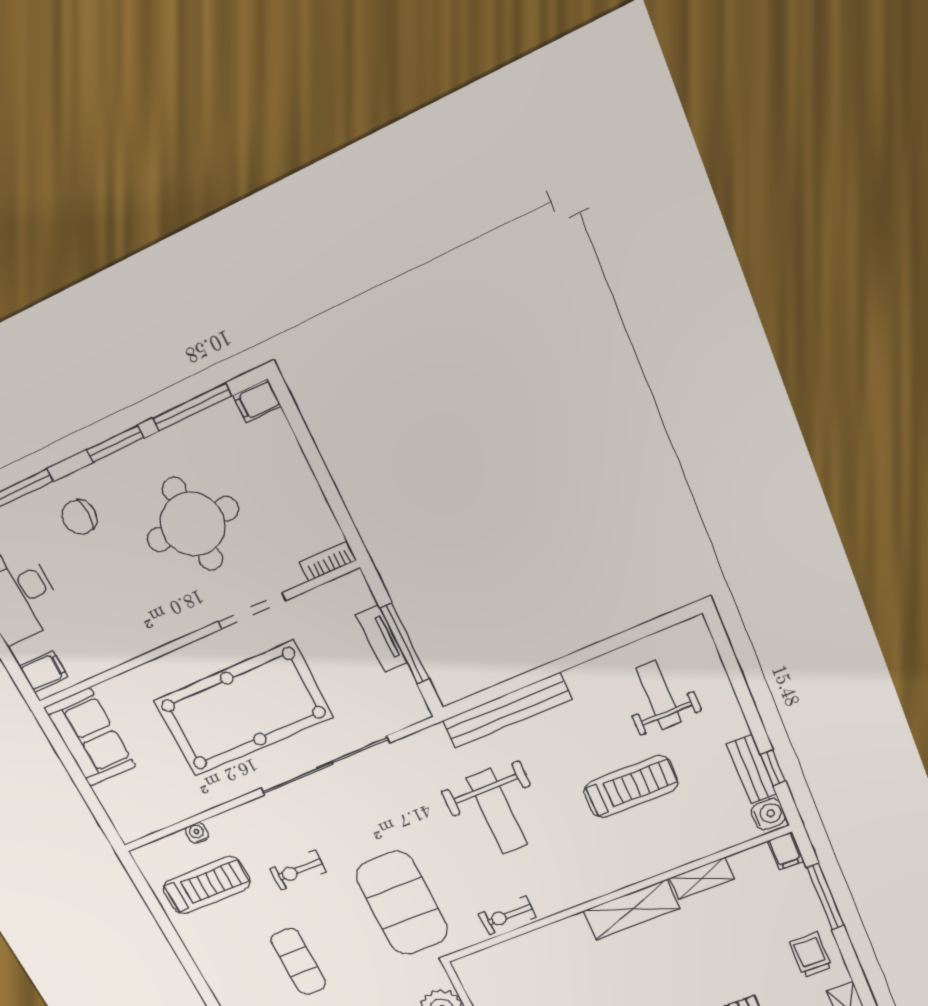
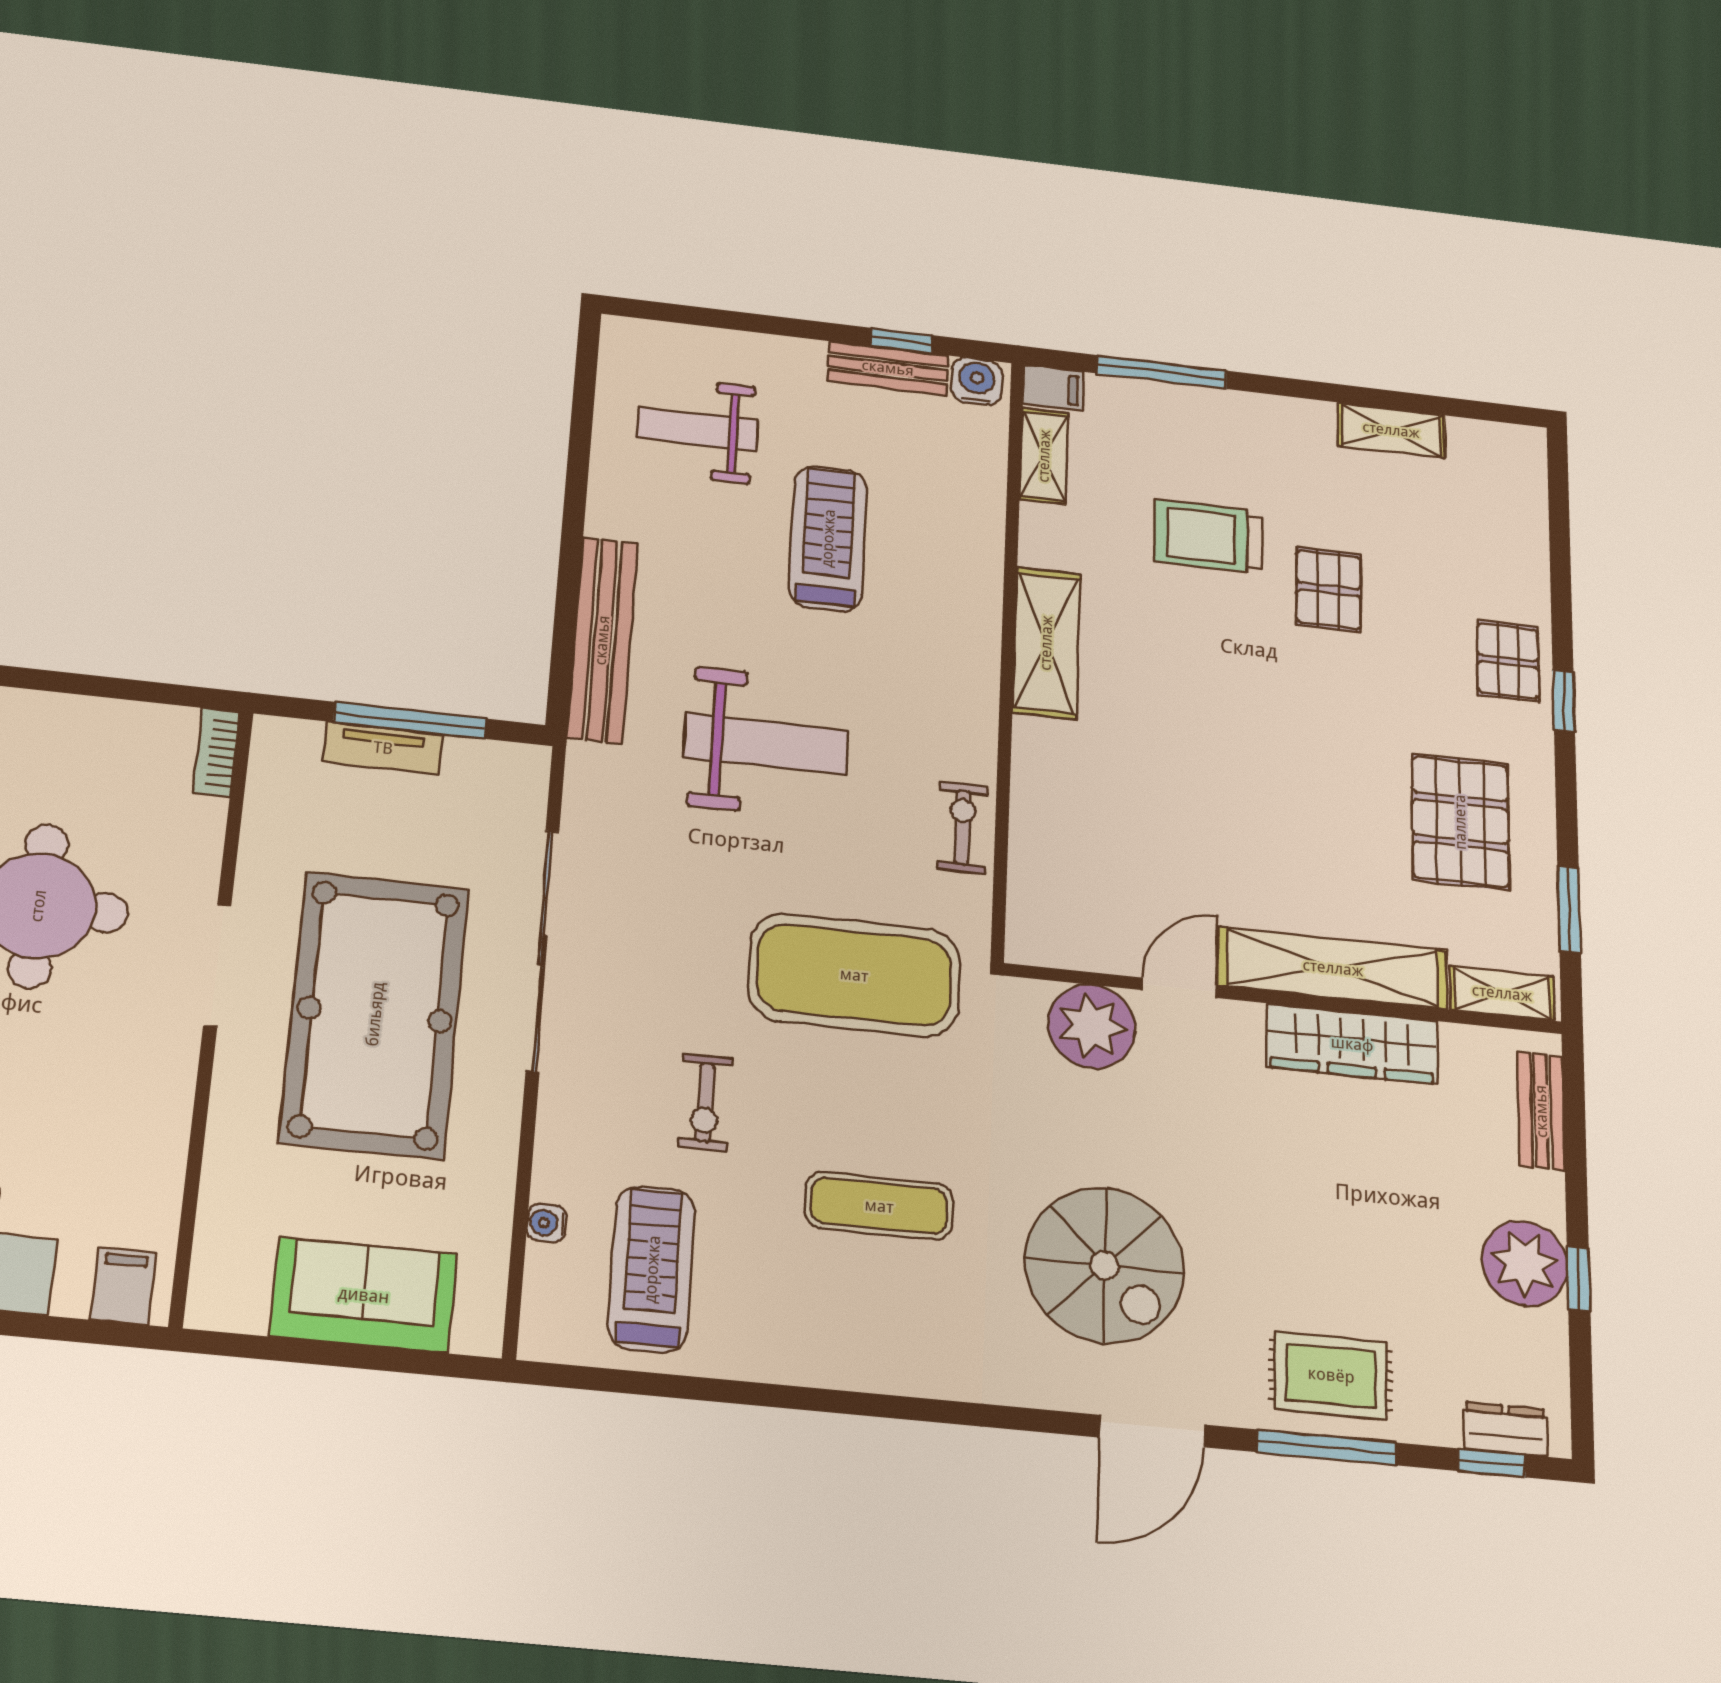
doorway: (252, 611) -> (217, 965), moved
sofa: (90, 737) -> (364, 1295), moved
shelving: (702, 878) -> (1044, 456), moved
exercise bike: (508, 915) -> (962, 827), turned 180
trolley: (811, 955) -> (1209, 537), moved, width x1.36, depth x1.39

